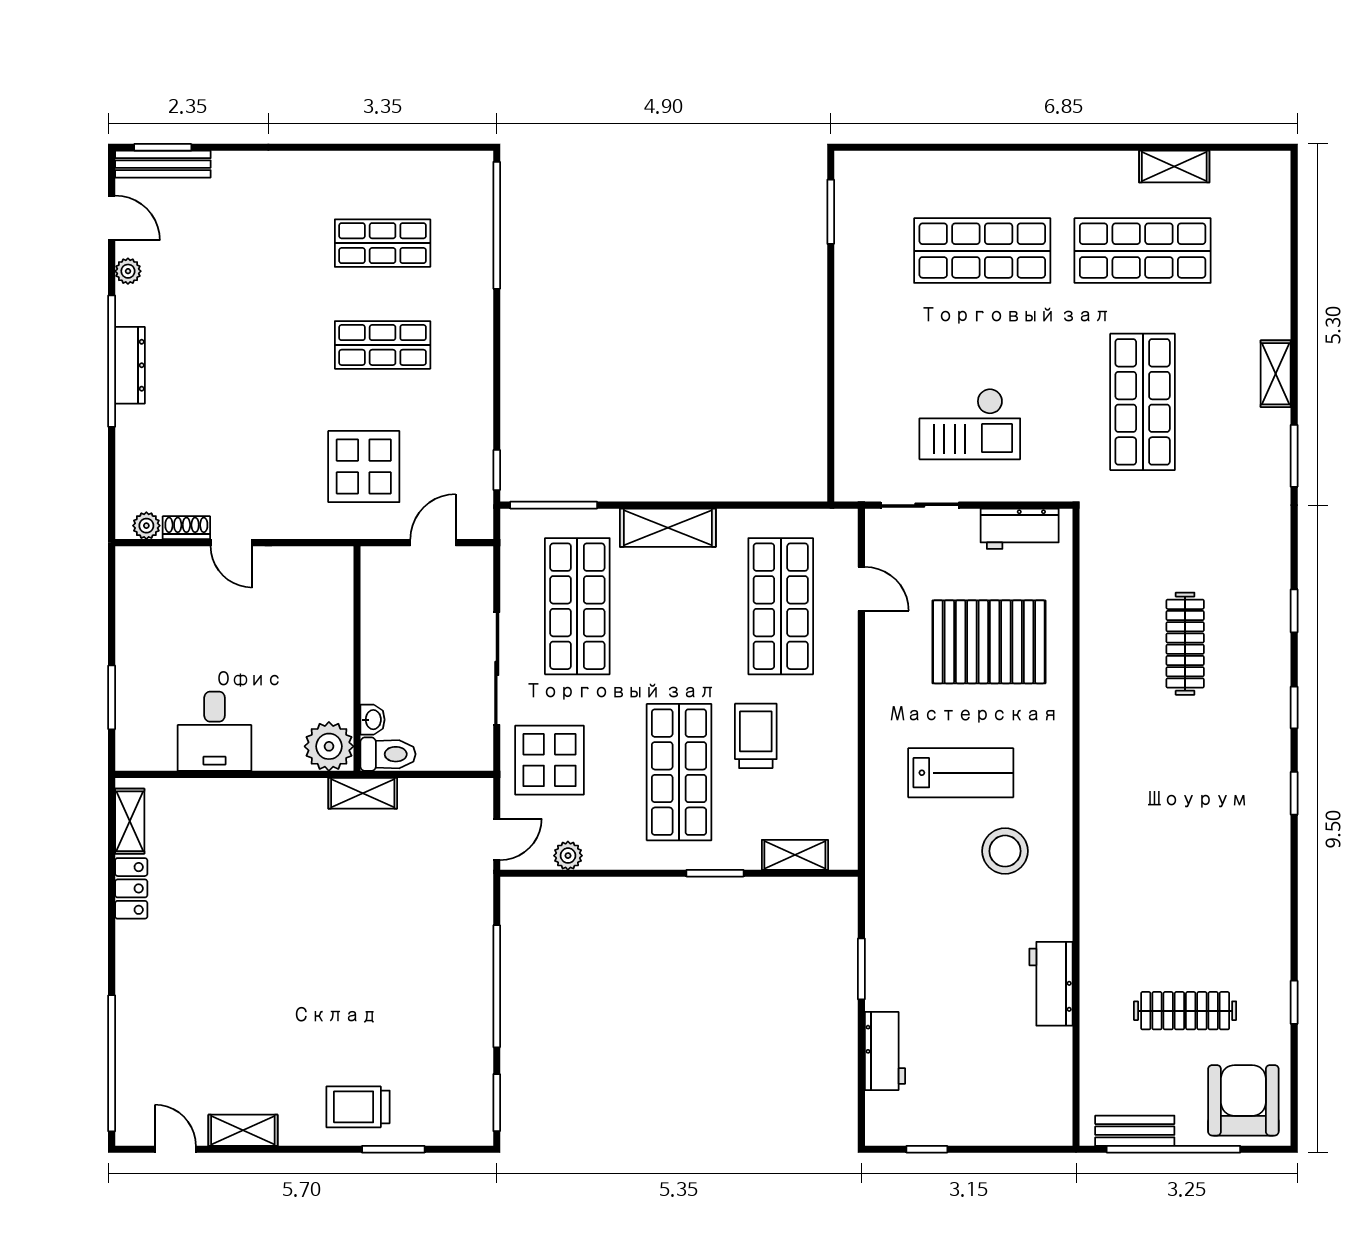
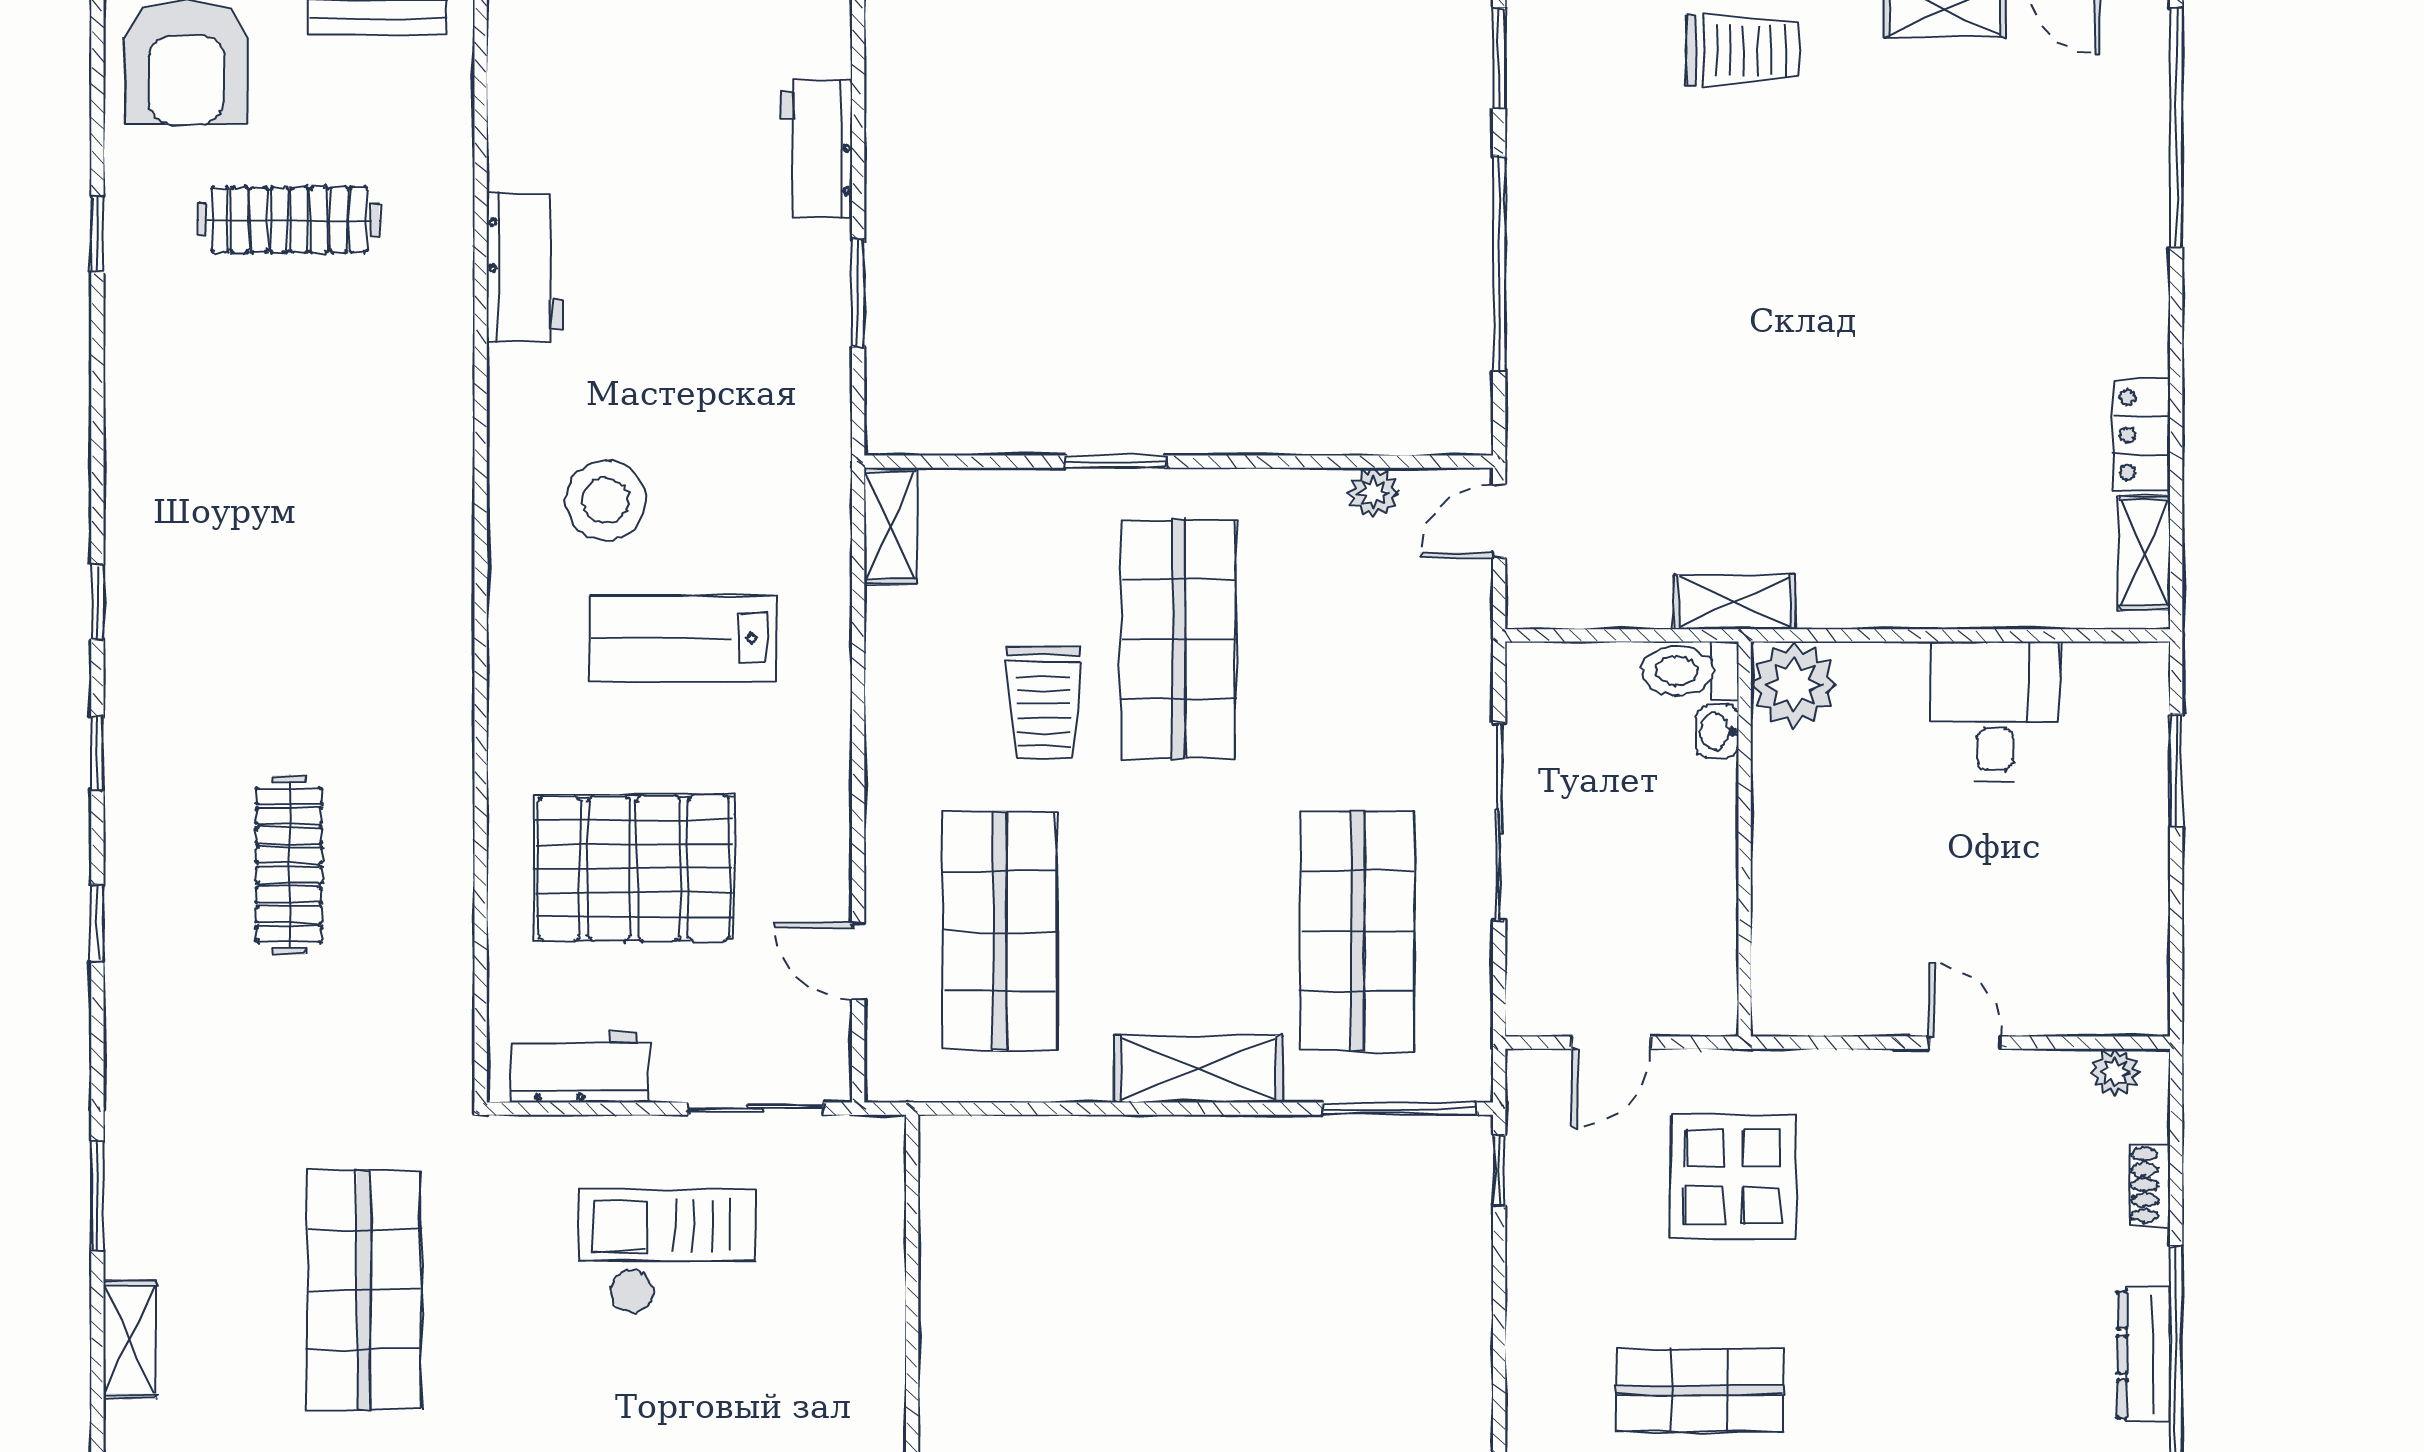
shoe rack: (186, 528) -> (2150, 1185), moved, turned 90
display table: (549, 760) -> (1406, 660), removed
shelving: (795, 855) -> (890, 526), moved, turned 90

